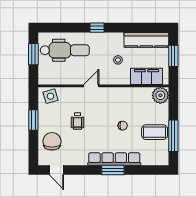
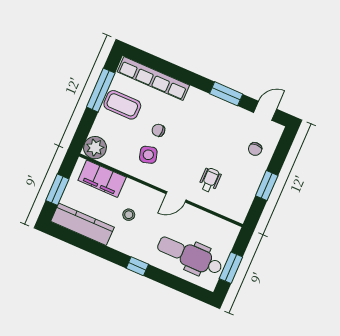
side table: (50, 96) -> (148, 155), moved
wheelchair: (77, 121) -> (210, 180), moved
chair: (52, 141) -> (255, 149), width x0.54, depth x0.54
row of seats: (114, 159) -> (153, 79), moved
door: (56, 170) -> (265, 111), hinge flipped
window: (113, 170) -> (226, 94), moved

